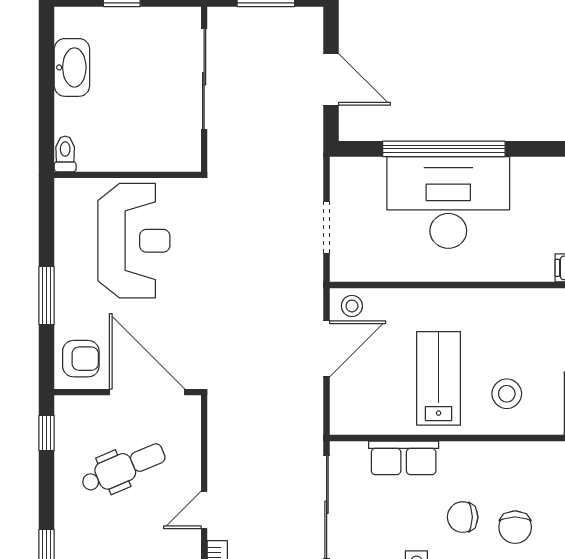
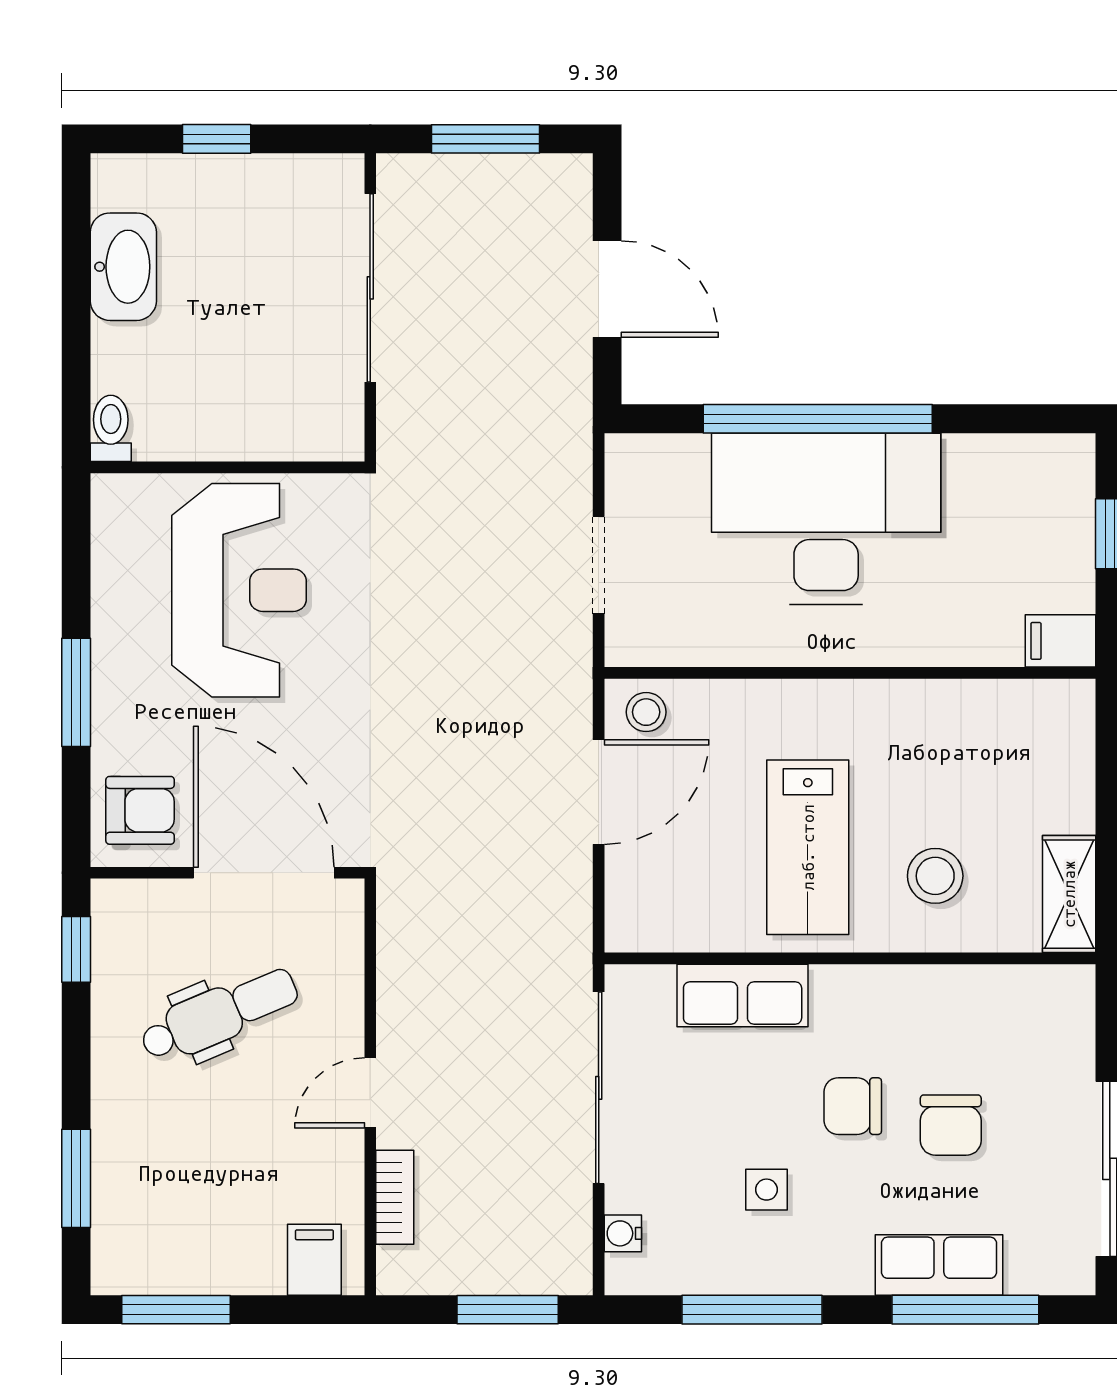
lab bench: (439, 378) -> (808, 847), turned 180

